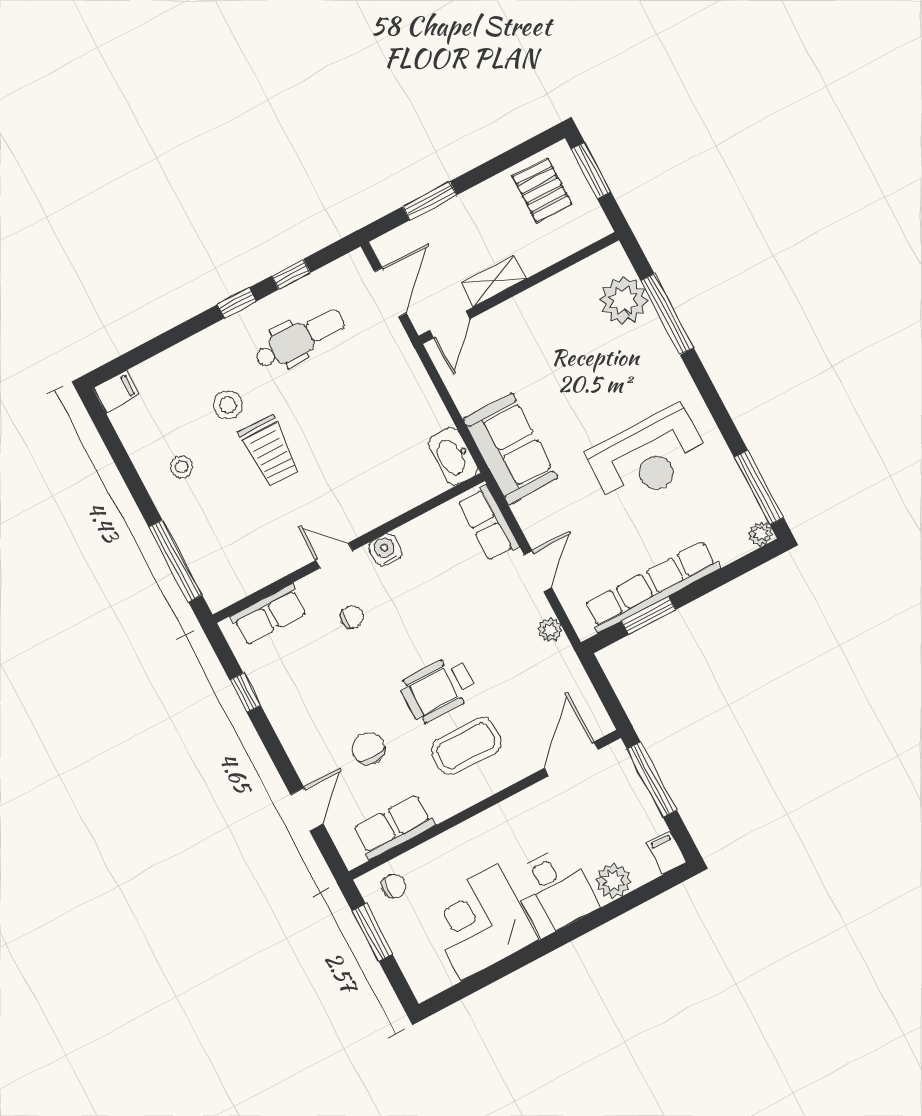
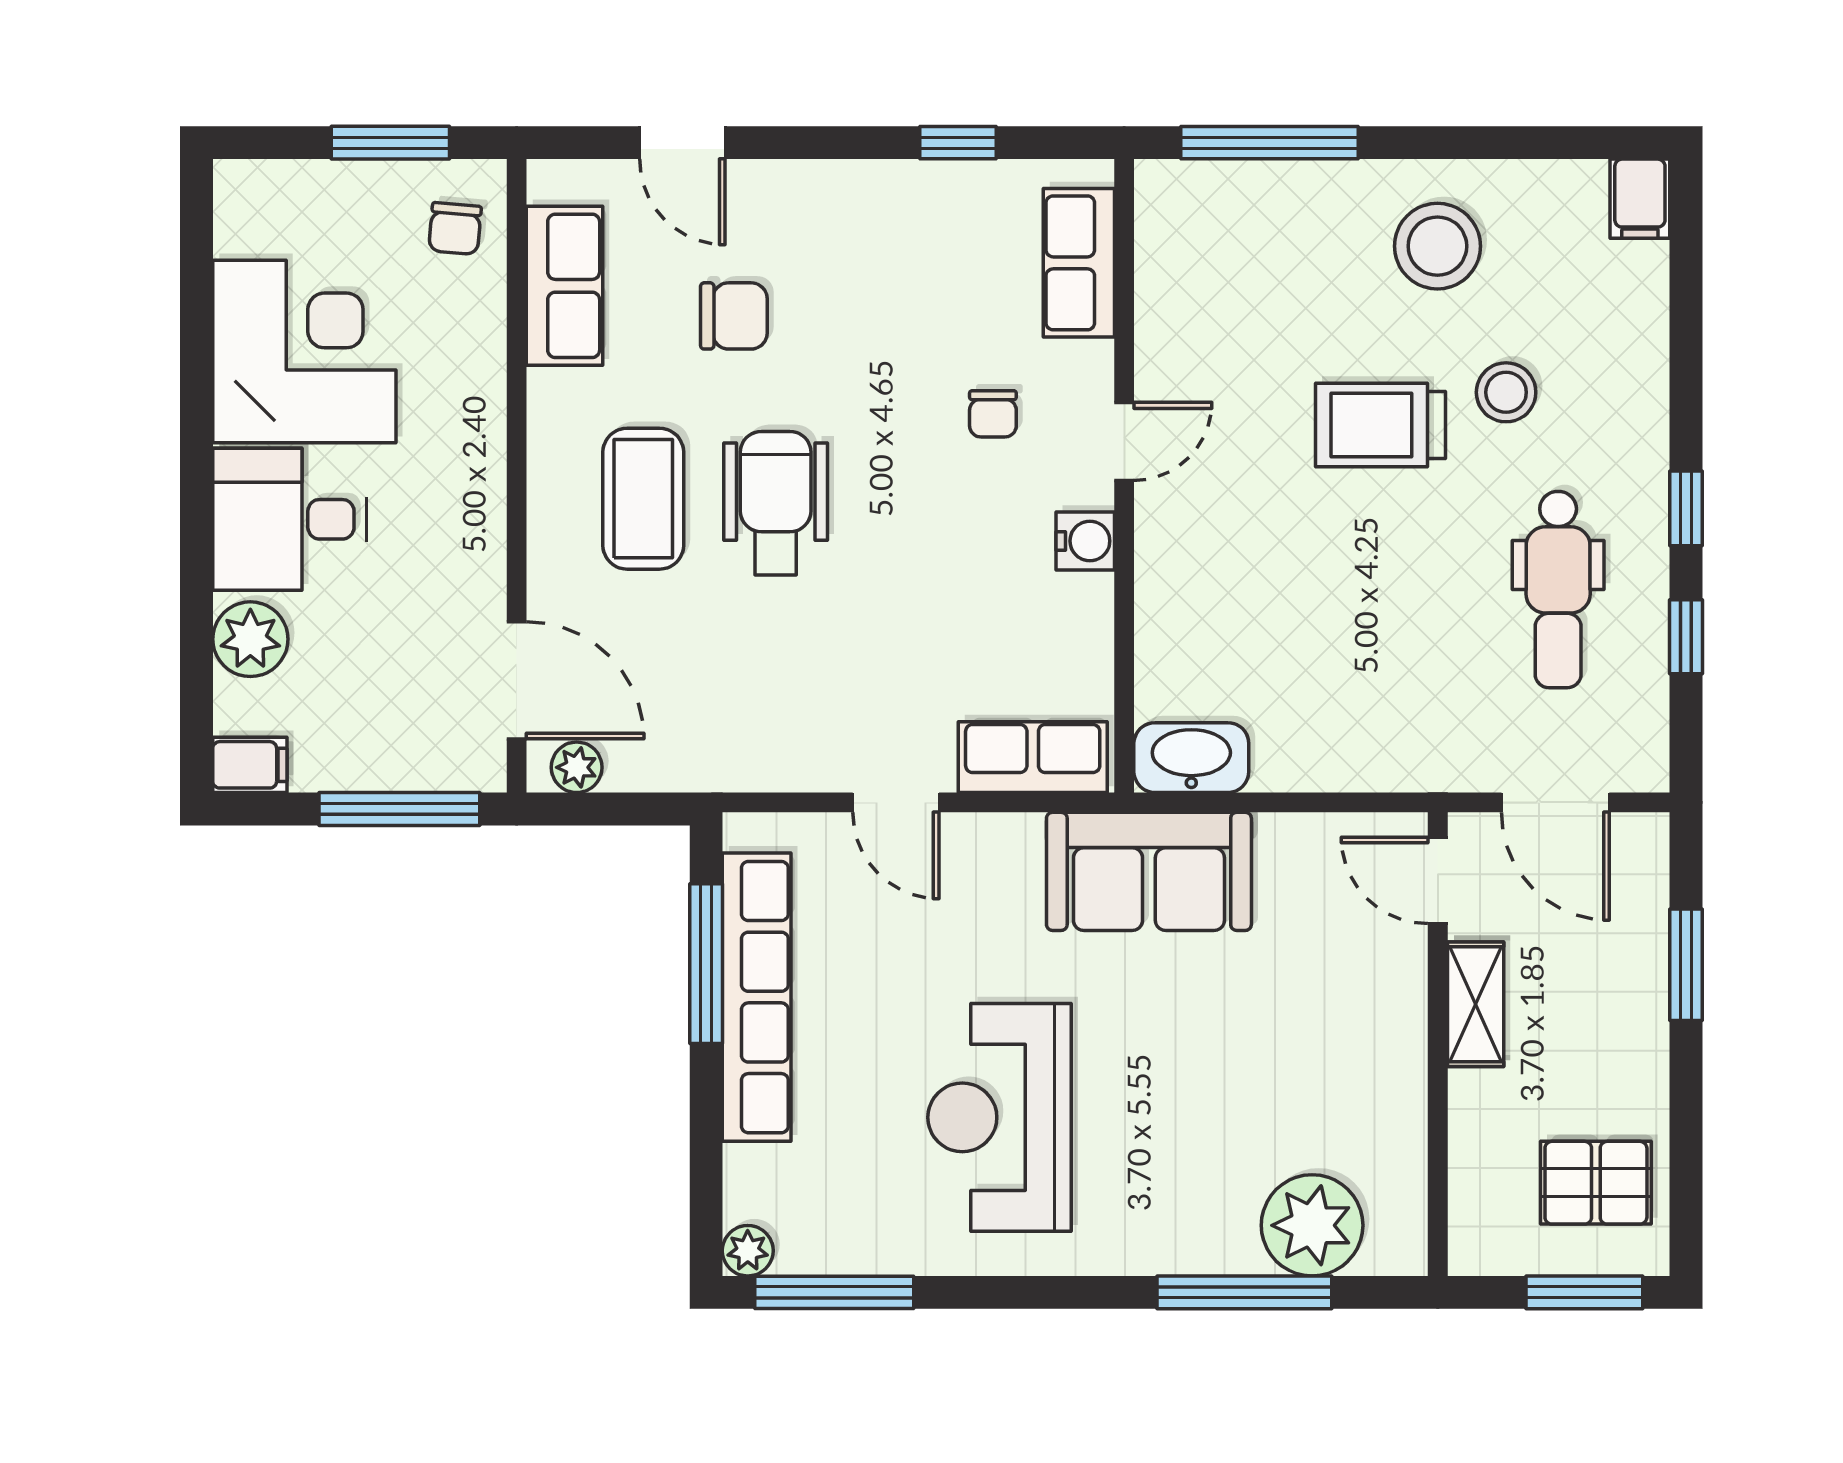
stool: (182, 467) -> (1437, 246), width x1.89, depth x1.89
window: (649, 615) -> (706, 964), width x1.44
plant: (550, 630) -> (577, 767), moved

